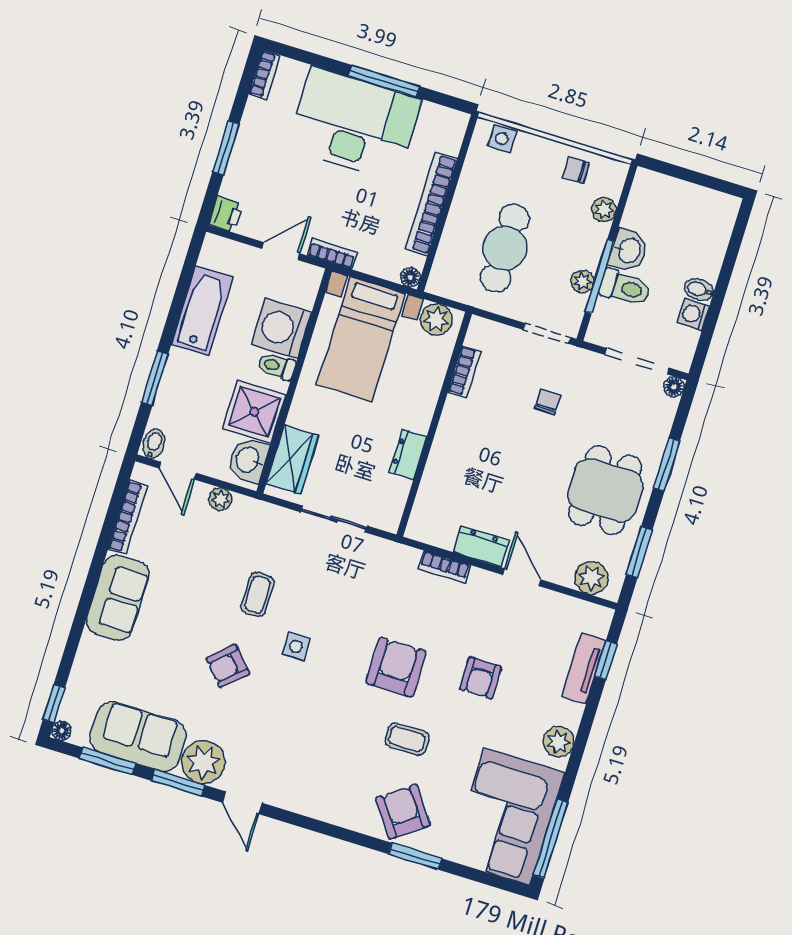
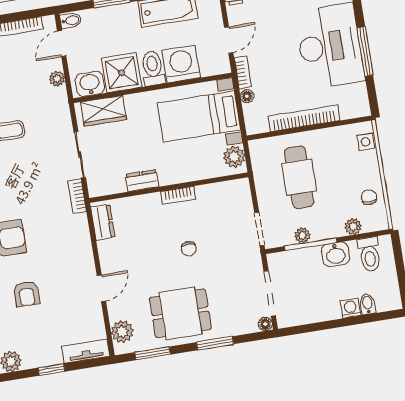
cafe table: (505, 248) -> (299, 177), turned 90
door: (281, 251) -> (229, 40), hinge flipped
floor lamp: (410, 277) -> (247, 96), moved
toilet: (625, 288) -> (369, 254), moved
bidet: (699, 290) -> (367, 304), moved
washing machine: (693, 314) -> (350, 308), moved
toilet: (277, 366) -> (153, 68), width x1.37, depth x1.39
bookcase: (464, 371) -> (178, 195), moved
chair: (547, 402) -> (189, 249), moved, turned 90
dresser: (481, 546) -> (103, 222), moved
bookcase: (444, 567) -> (77, 196), moved
window: (606, 660) -> (52, 370), moved
tv unit: (584, 668) -> (86, 351), moved
armchair: (480, 678) -> (27, 294), turned -90

